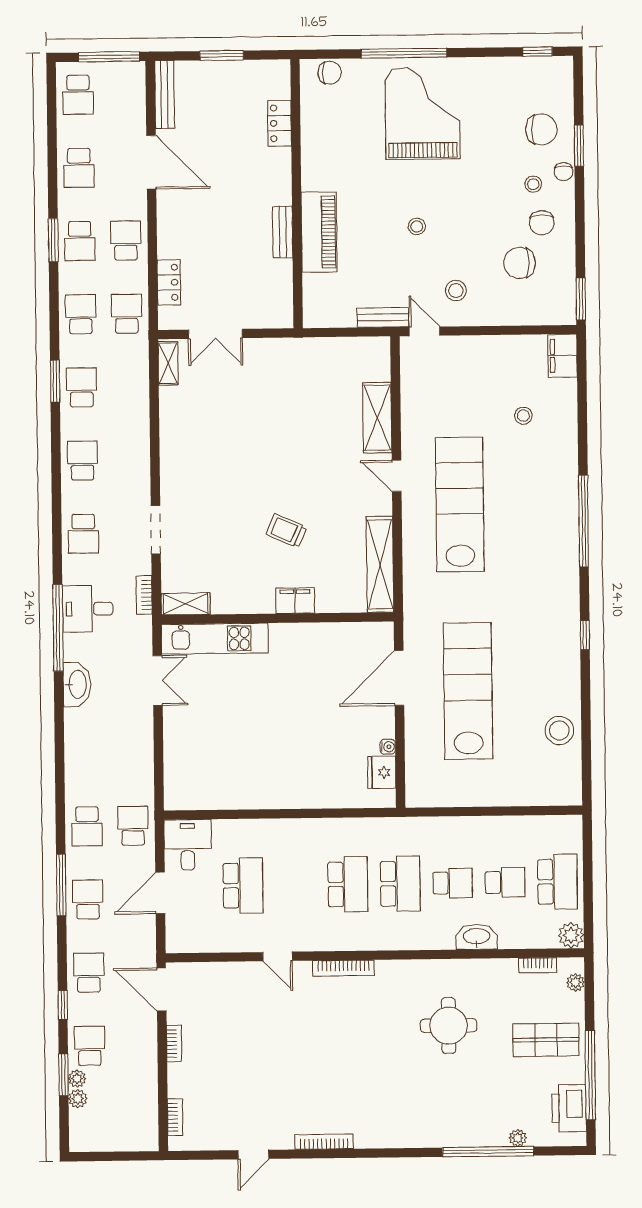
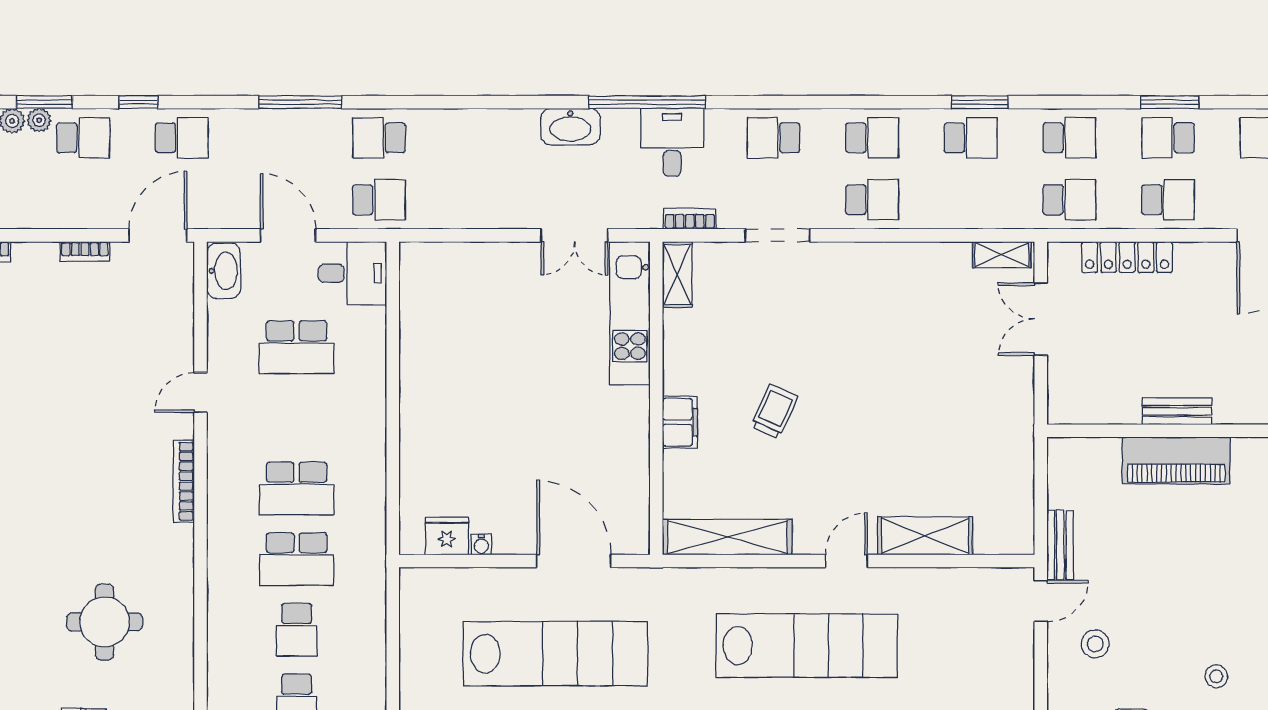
stool: (417, 226) -> (1216, 676), moved
locker: (169, 282) -> (1127, 257), width x1.53
school desk: (88, 900) -> (872, 200), moved
washbasin: (477, 937) -> (224, 271), moved

